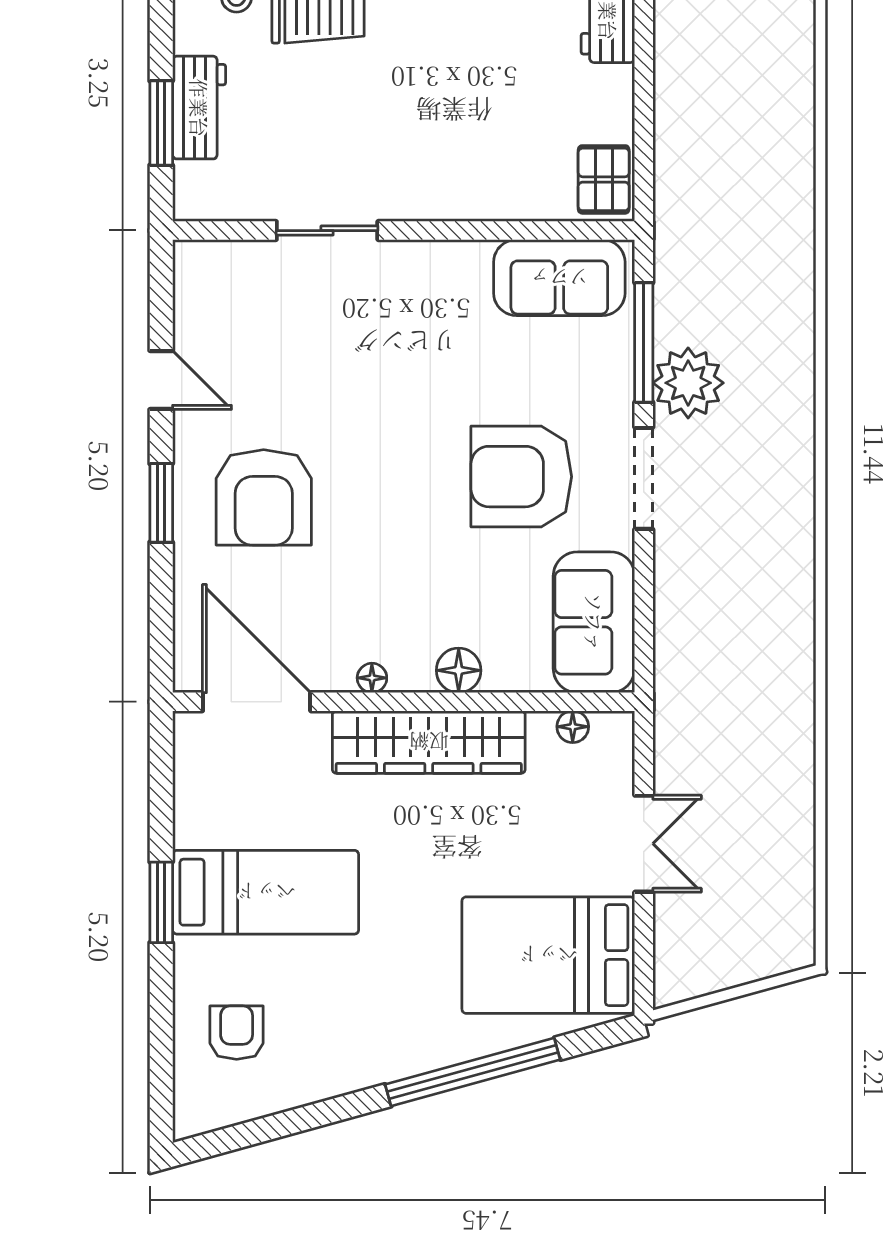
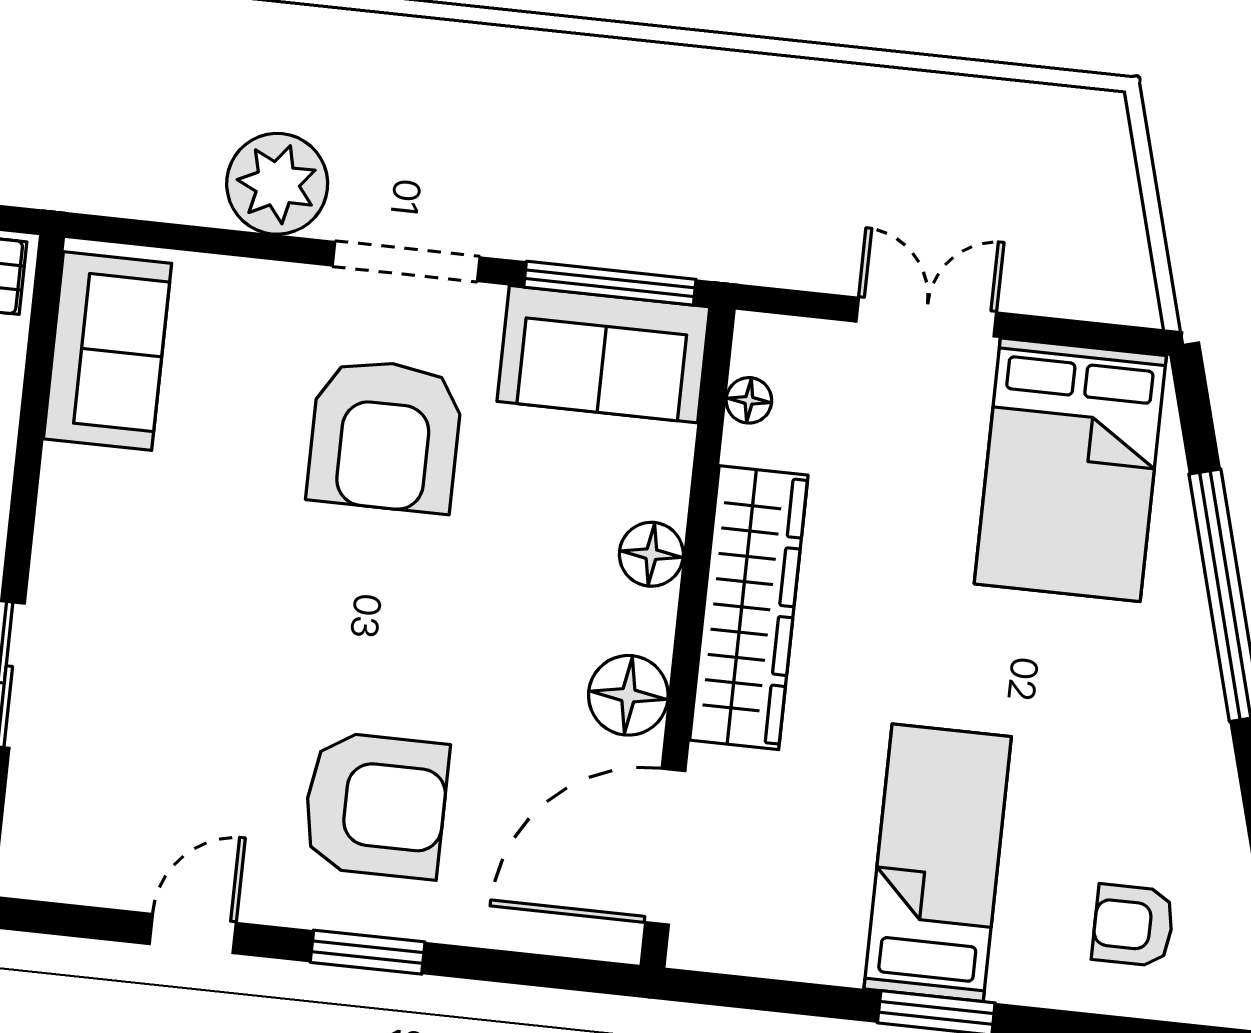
window: (644, 342) -> (610, 283), moved
floor lamp: (372, 678) -> (628, 695), width x1.89, depth x1.89

